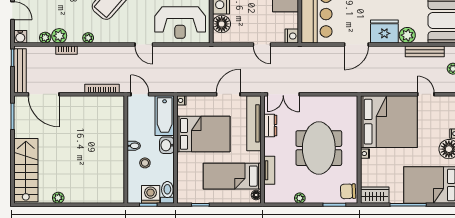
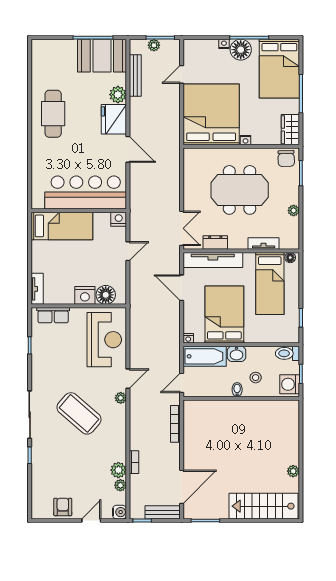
plant: (88, 38) -> (121, 398), moved
bench: (20, 71) -> (163, 512), width x0.73
washing machine: (151, 194) -> (290, 384), moved

